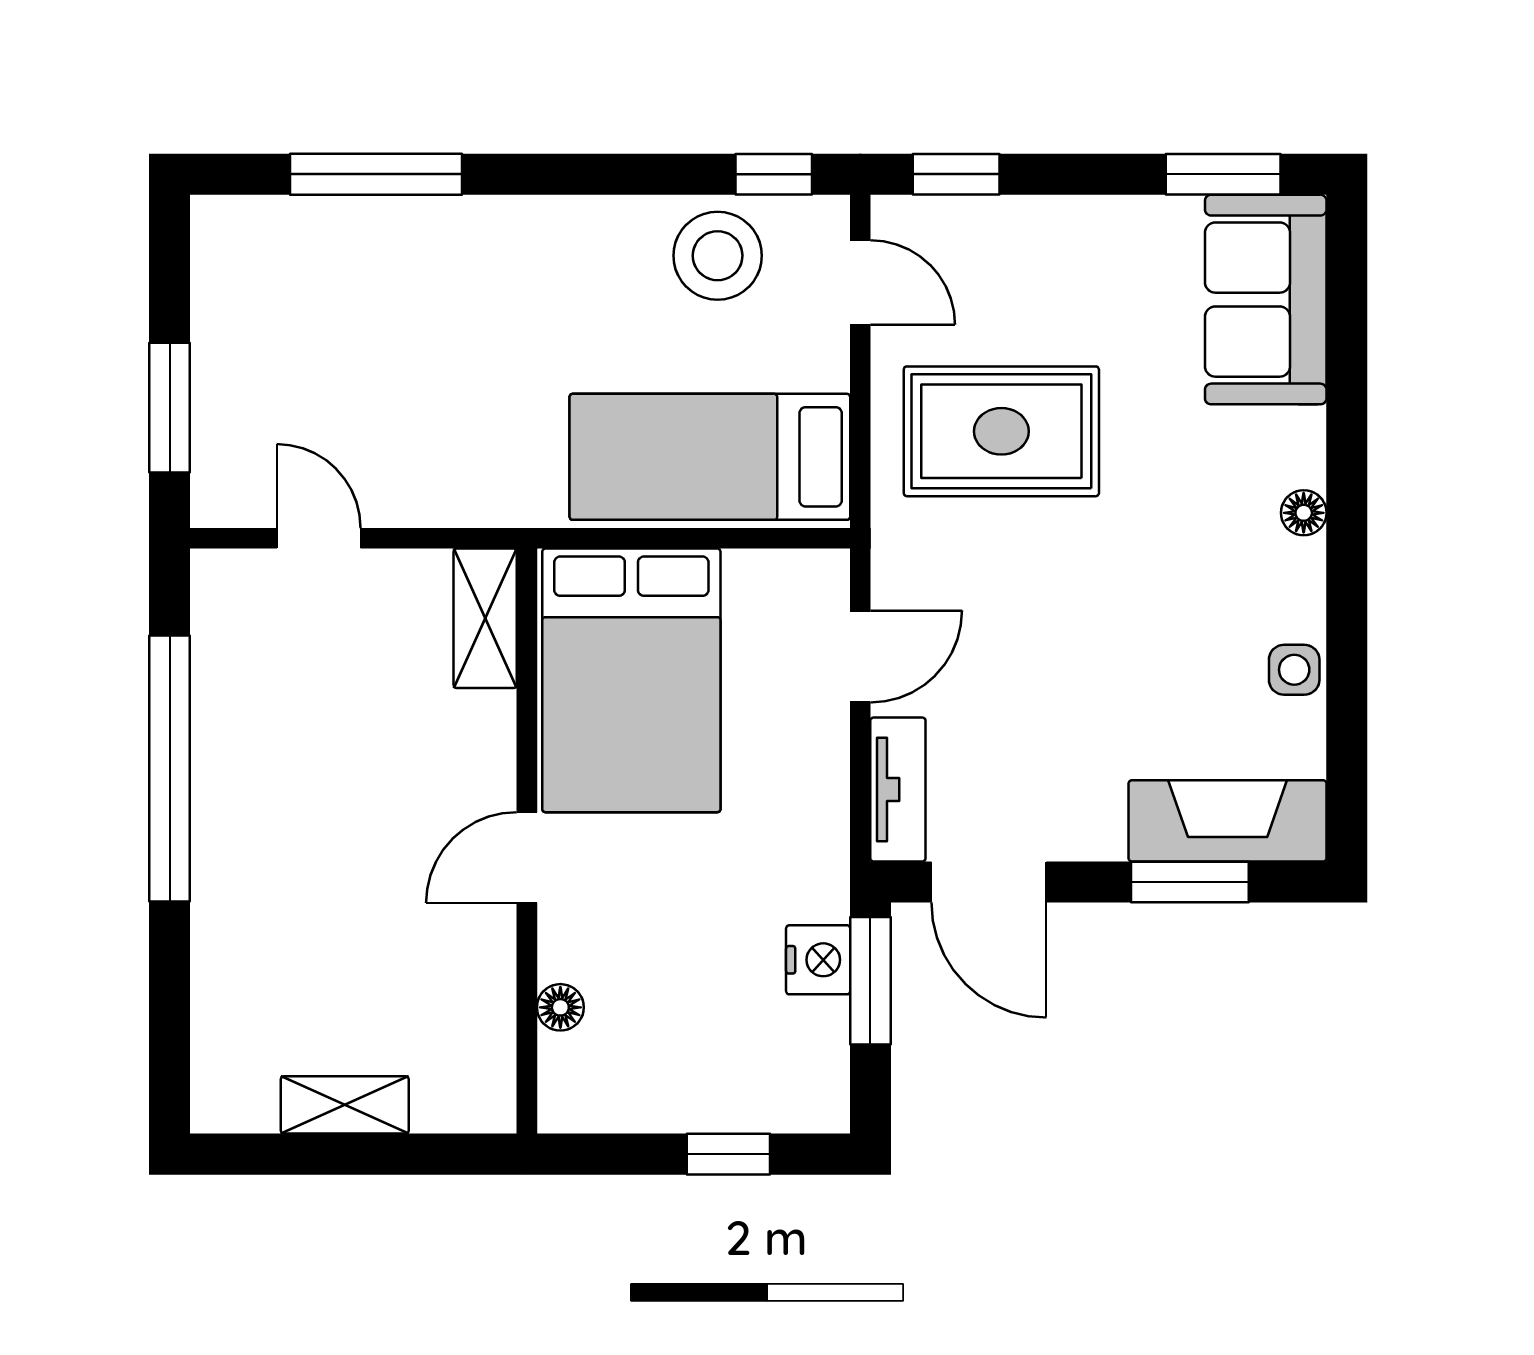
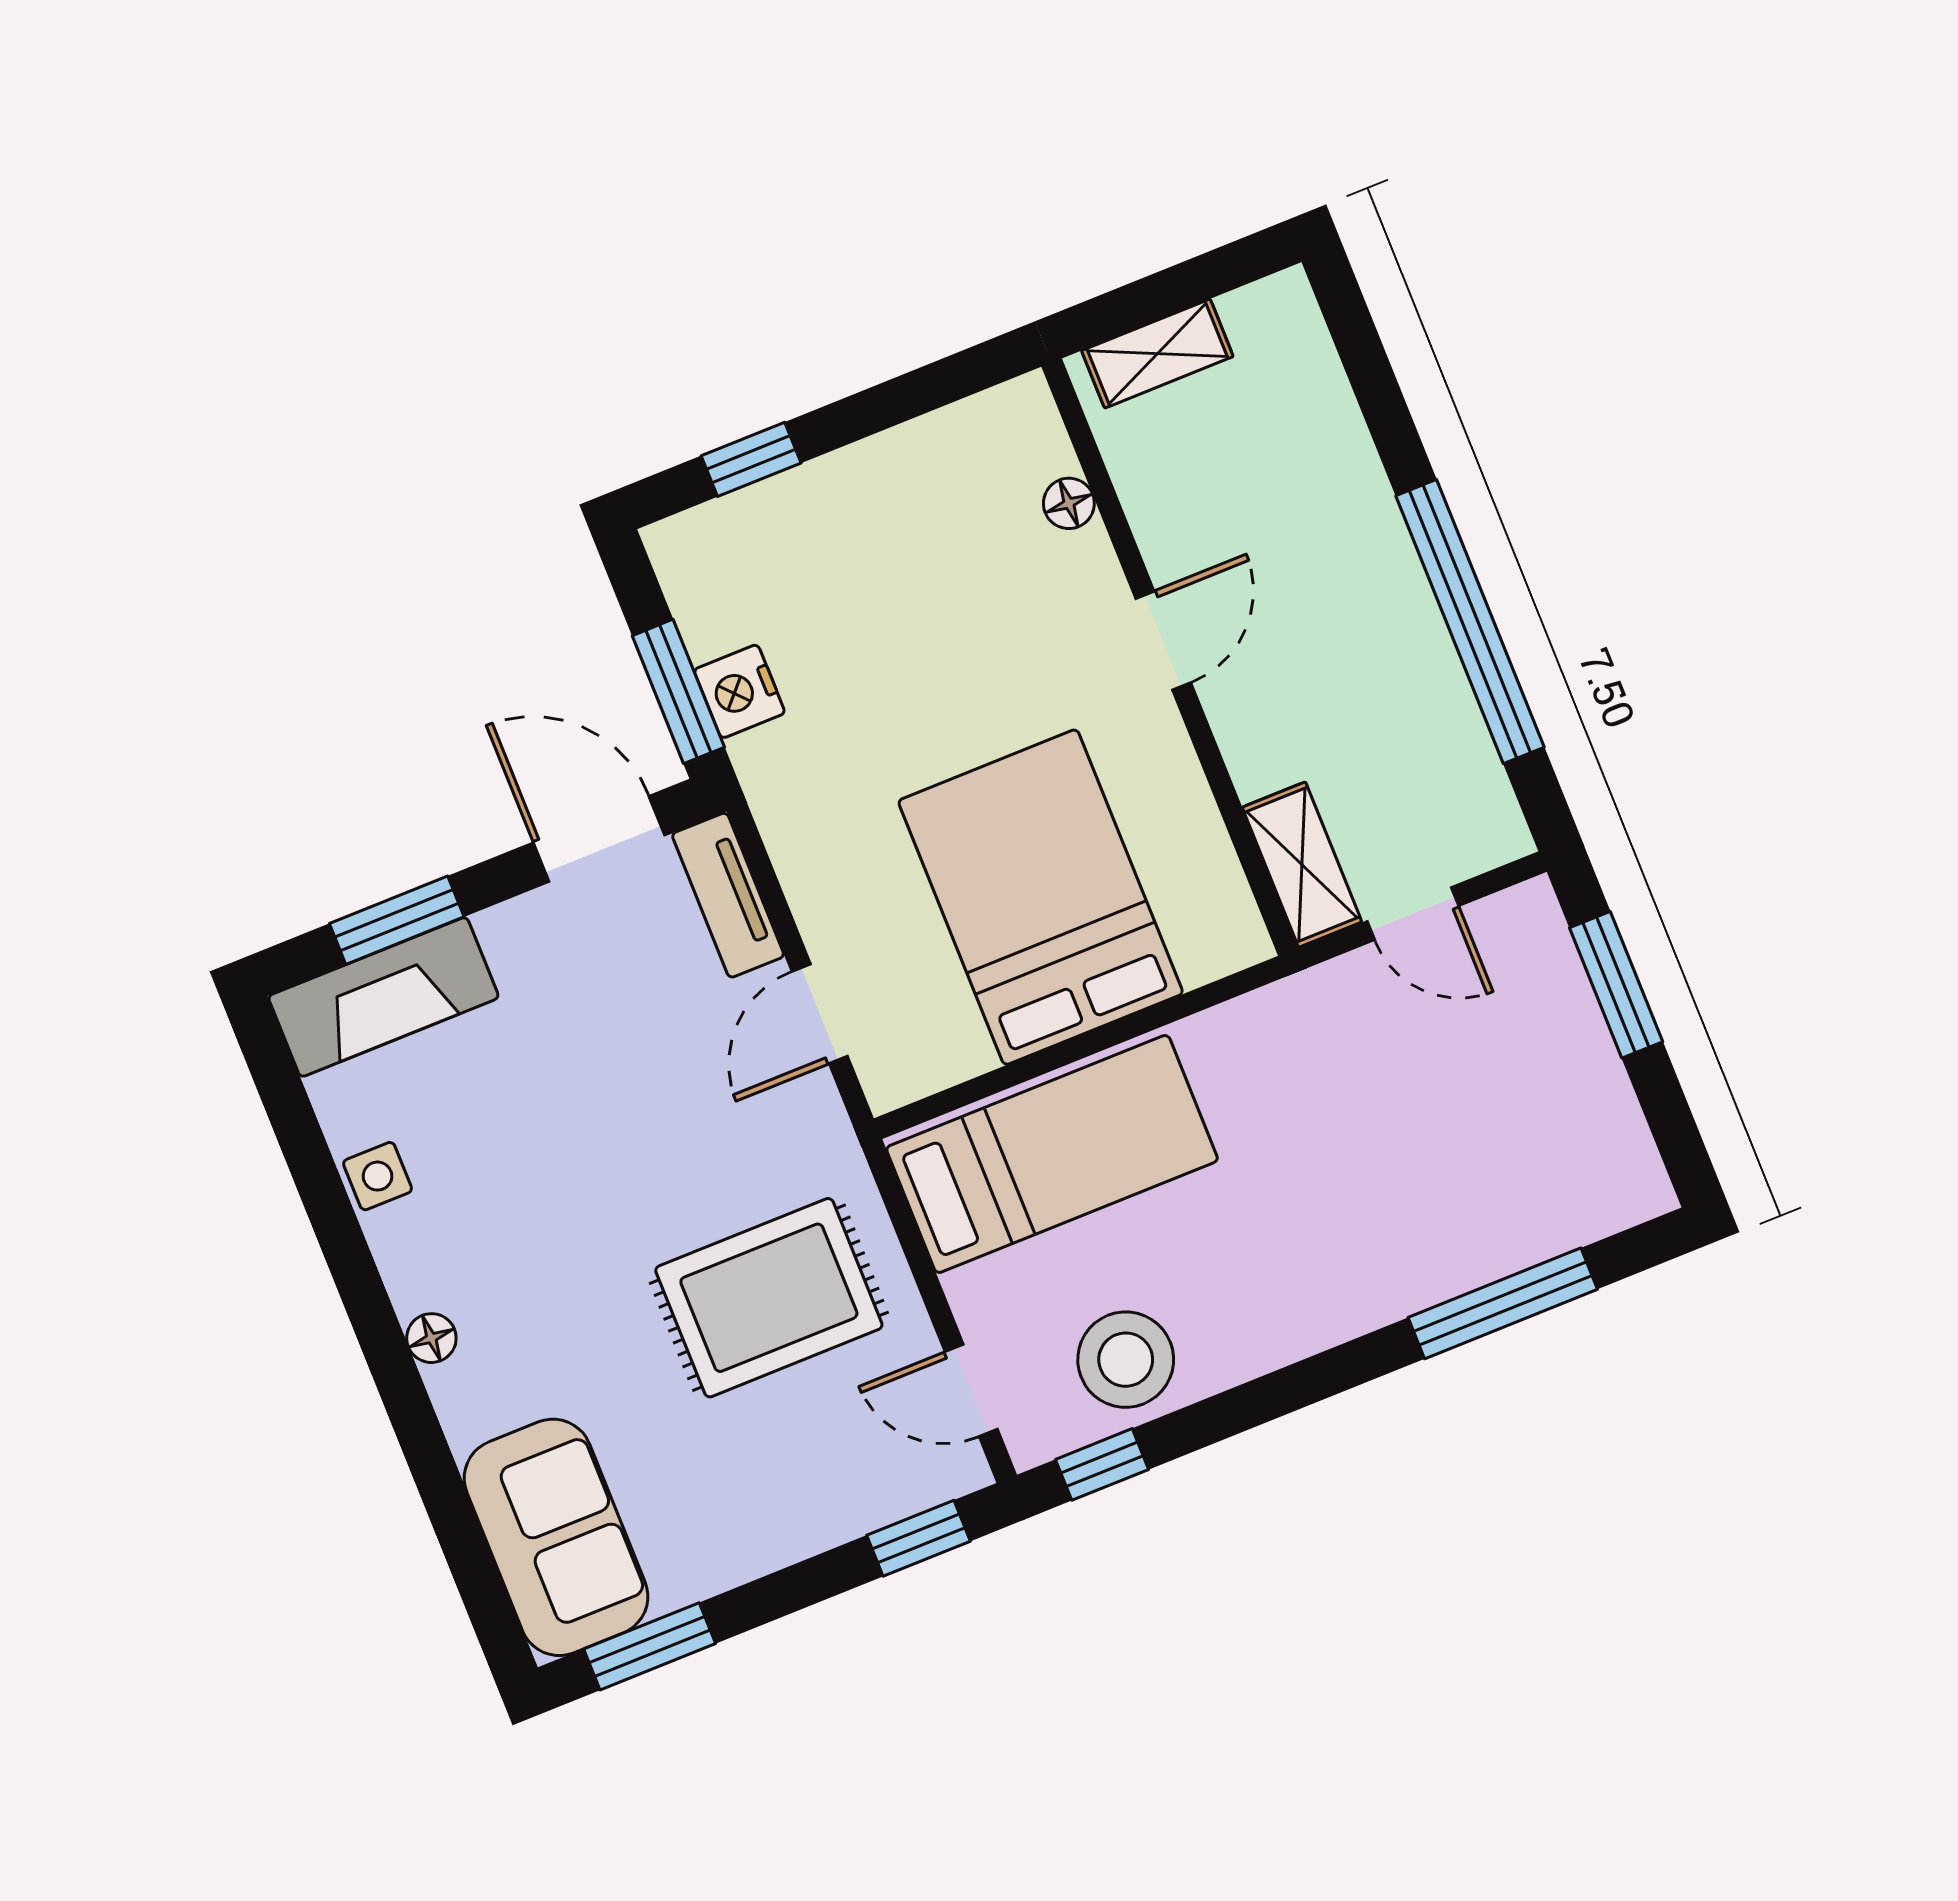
shelving: (485, 618) -> (1302, 865), moved
wall: (527, 841) -> (1170, 657), moved
door: (527, 858) -> (1163, 641), moved
floor lamp: (560, 1007) -> (1069, 503), moved

